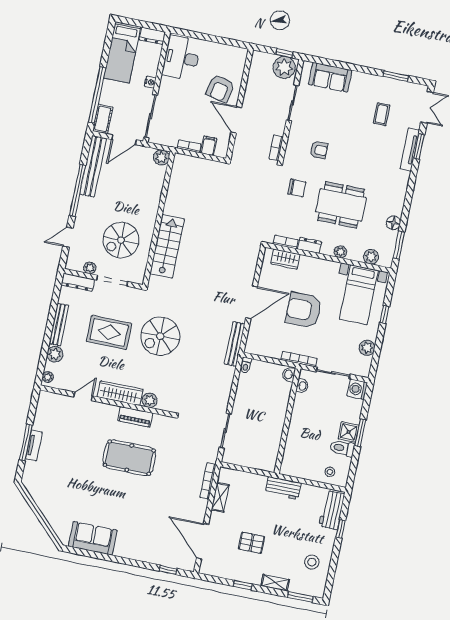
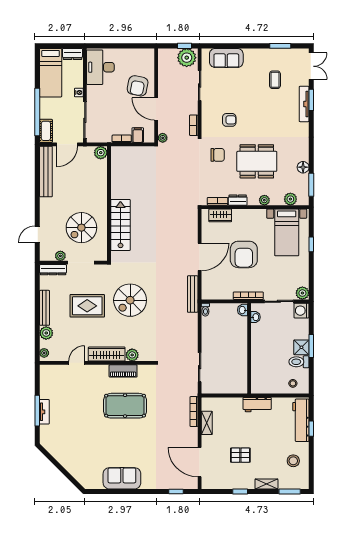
plant: (237, 155) -> (163, 138), added
window: (78, 190) -> (37, 194), removed
armchair: (304, 310) -> (244, 254), turned -90
plant: (367, 348) -> (302, 293), moved
workbench: (332, 510) -> (301, 420), width x1.38
sofa: (93, 538) -> (122, 478), moved

